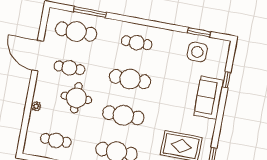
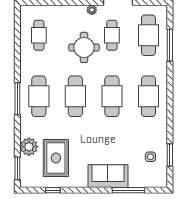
cafe table: (137, 43) -> (148, 96), width x1.37, depth x1.35
side table: (197, 52) -> (150, 157), width x0.54, depth x0.54
window: (226, 80) -> (129, 190), width x2.17
plant: (36, 106) -> (92, 10), moved

